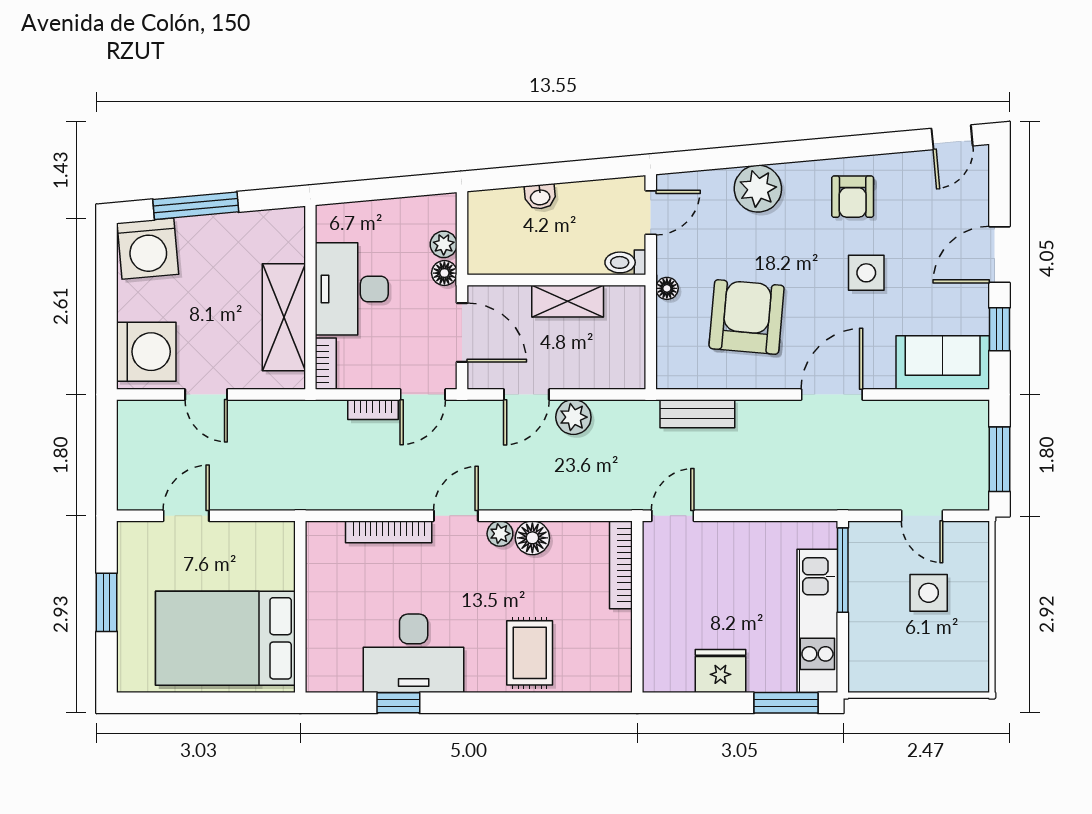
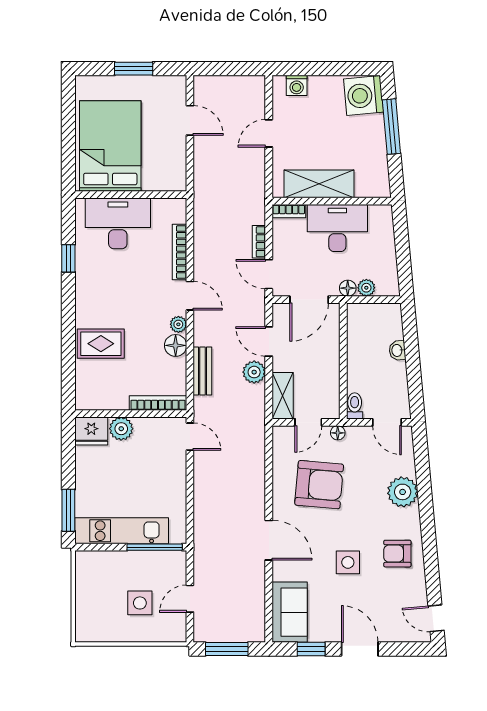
shelving: (568, 301) -> (283, 396), moved
door: (651, 334) -> (308, 422), added
washing machine: (146, 352) -> (297, 85), width x0.53, depth x0.53
bench: (697, 414) -> (202, 371), moved
plant: (660, 621) -> (121, 429), added
desk: (414, 653) -> (118, 223), moved, turned 90
fridge: (720, 671) -> (91, 431), moved, turned 90

